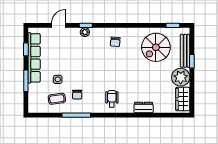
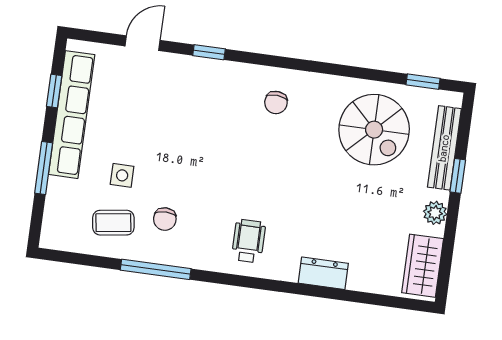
plant: (85, 32) -> (205, 69), removed
spiral stairs: (156, 47) -> (374, 130), turned -90
plant: (181, 77) -> (435, 213), width x0.53, depth x0.53

